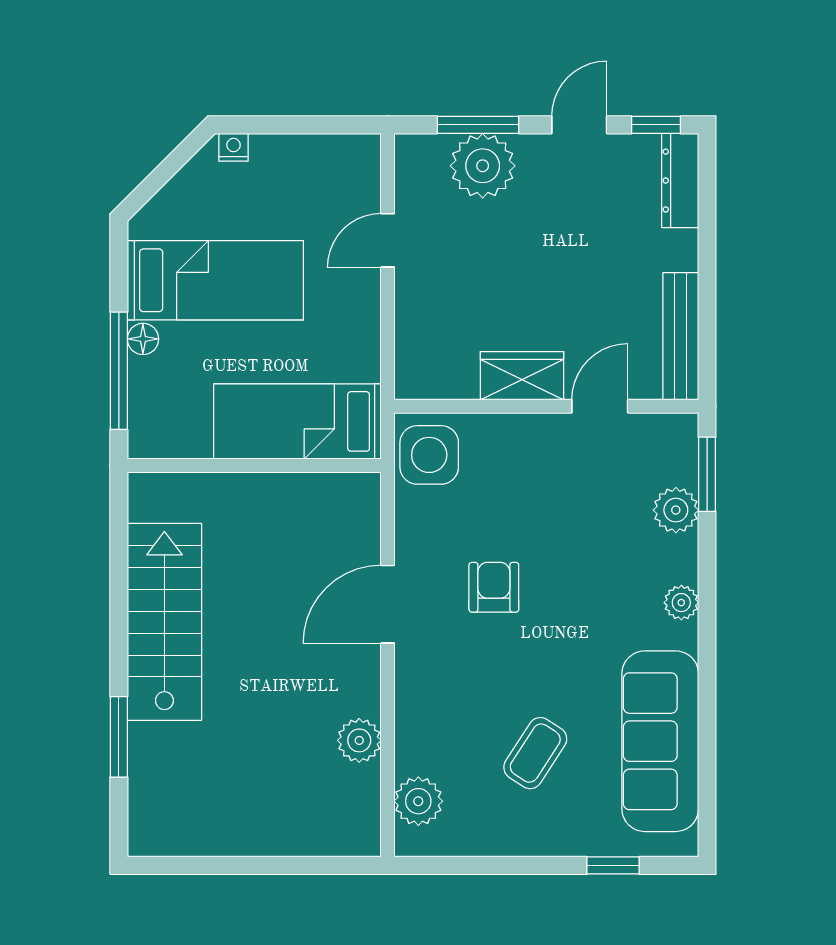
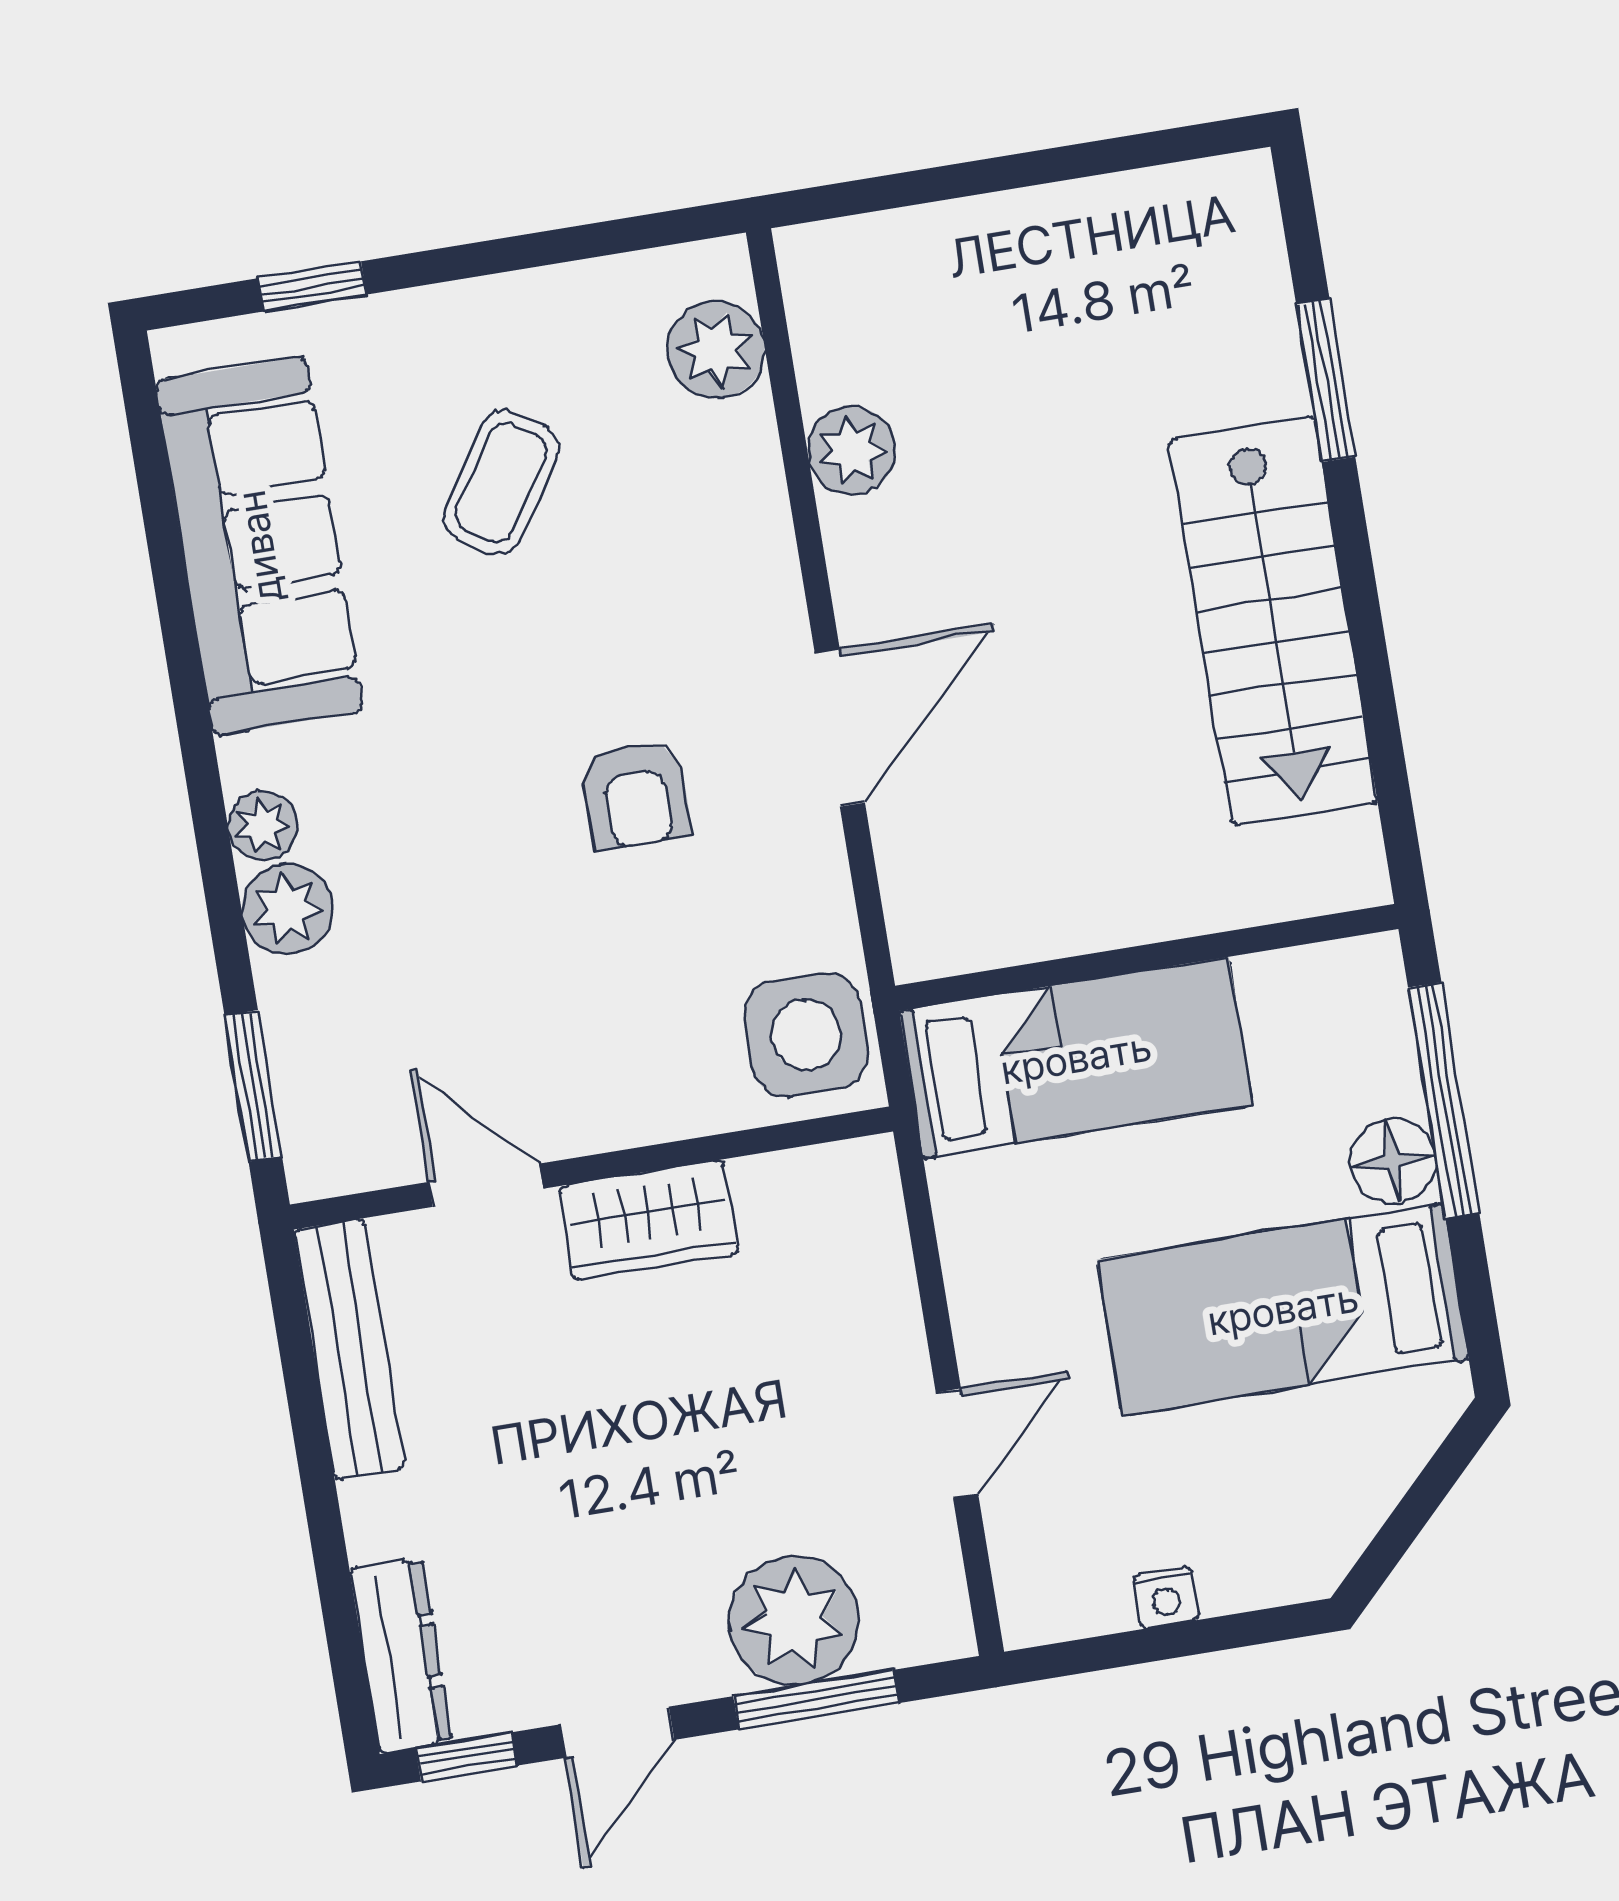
nightstand: (234, 147) -> (1166, 1597), moved
floor lamp: (143, 339) -> (1393, 1161), width x1.37, depth x1.37
door: (600, 406) -> (486, 1185), swing flipped
plant: (676, 510) -> (287, 909), moved

